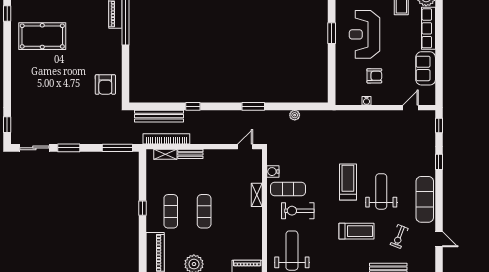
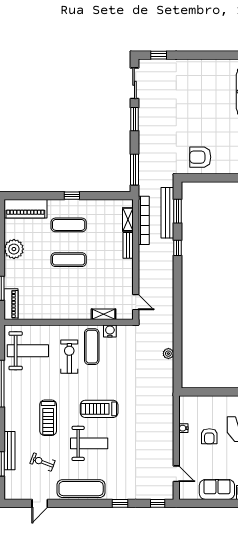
window: (253, 106) -> (178, 211), moved
treadmill: (348, 182) -> (99, 409), turned 180
shelving: (257, 195) -> (104, 314), moved

